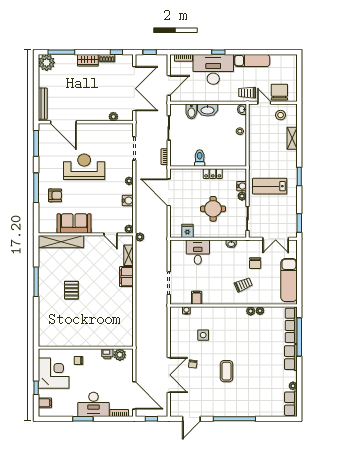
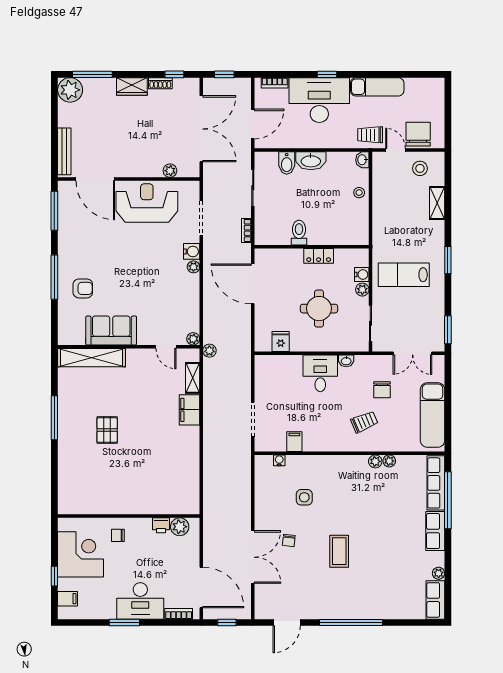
reception desk: (84, 167) -> (147, 203), moved
water cooler: (128, 201) -> (192, 251), moved
desk: (198, 252) -> (320, 373), moved

